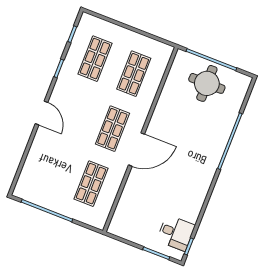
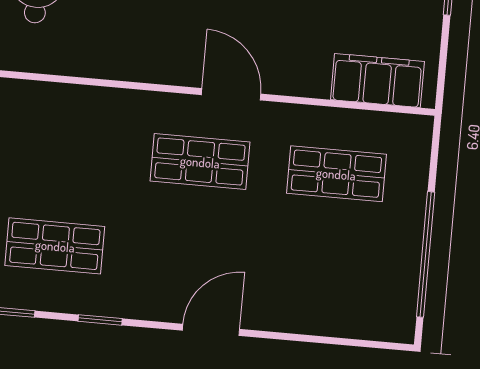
shop shelf: (134, 74) -> (63, 149), removed
door: (136, 150) -> (231, 94), width x0.73
filing cabinet: (125, 212) -> (377, 80), added

